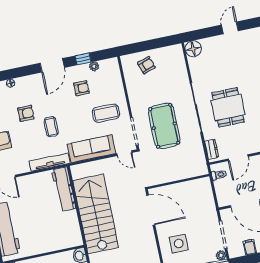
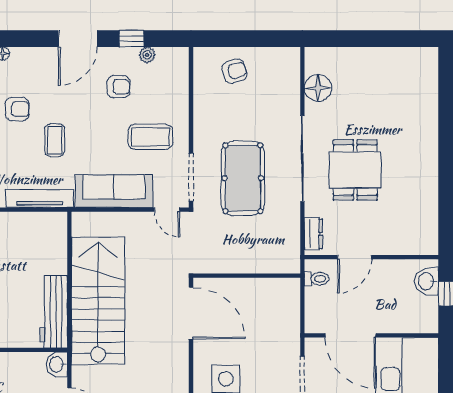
door: (230, 28) -> (386, 39), removed
floor lamp: (193, 49) -> (318, 88), moved
workbench: (64, 189) -> (54, 312), moved

